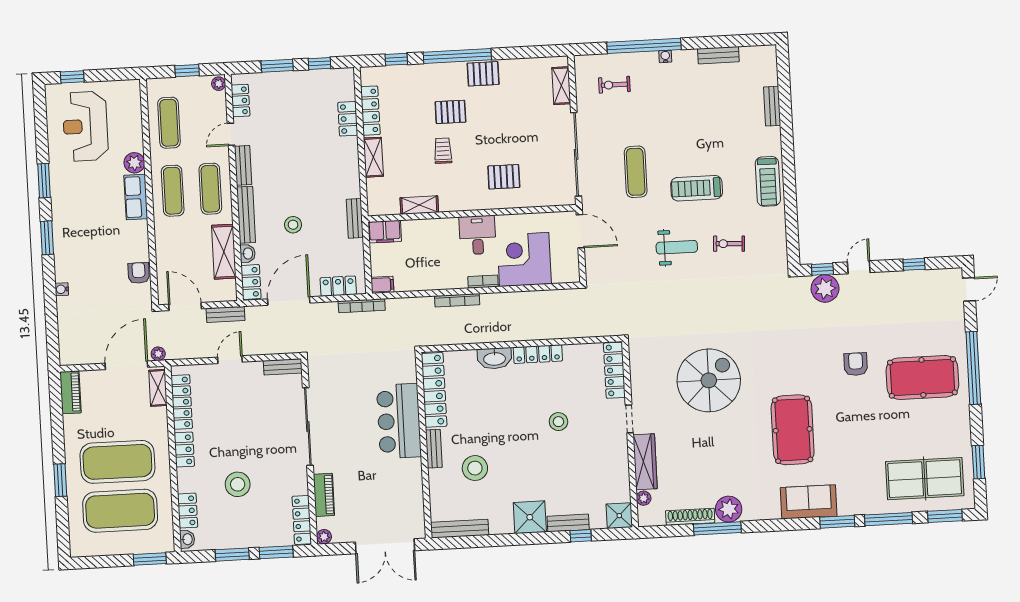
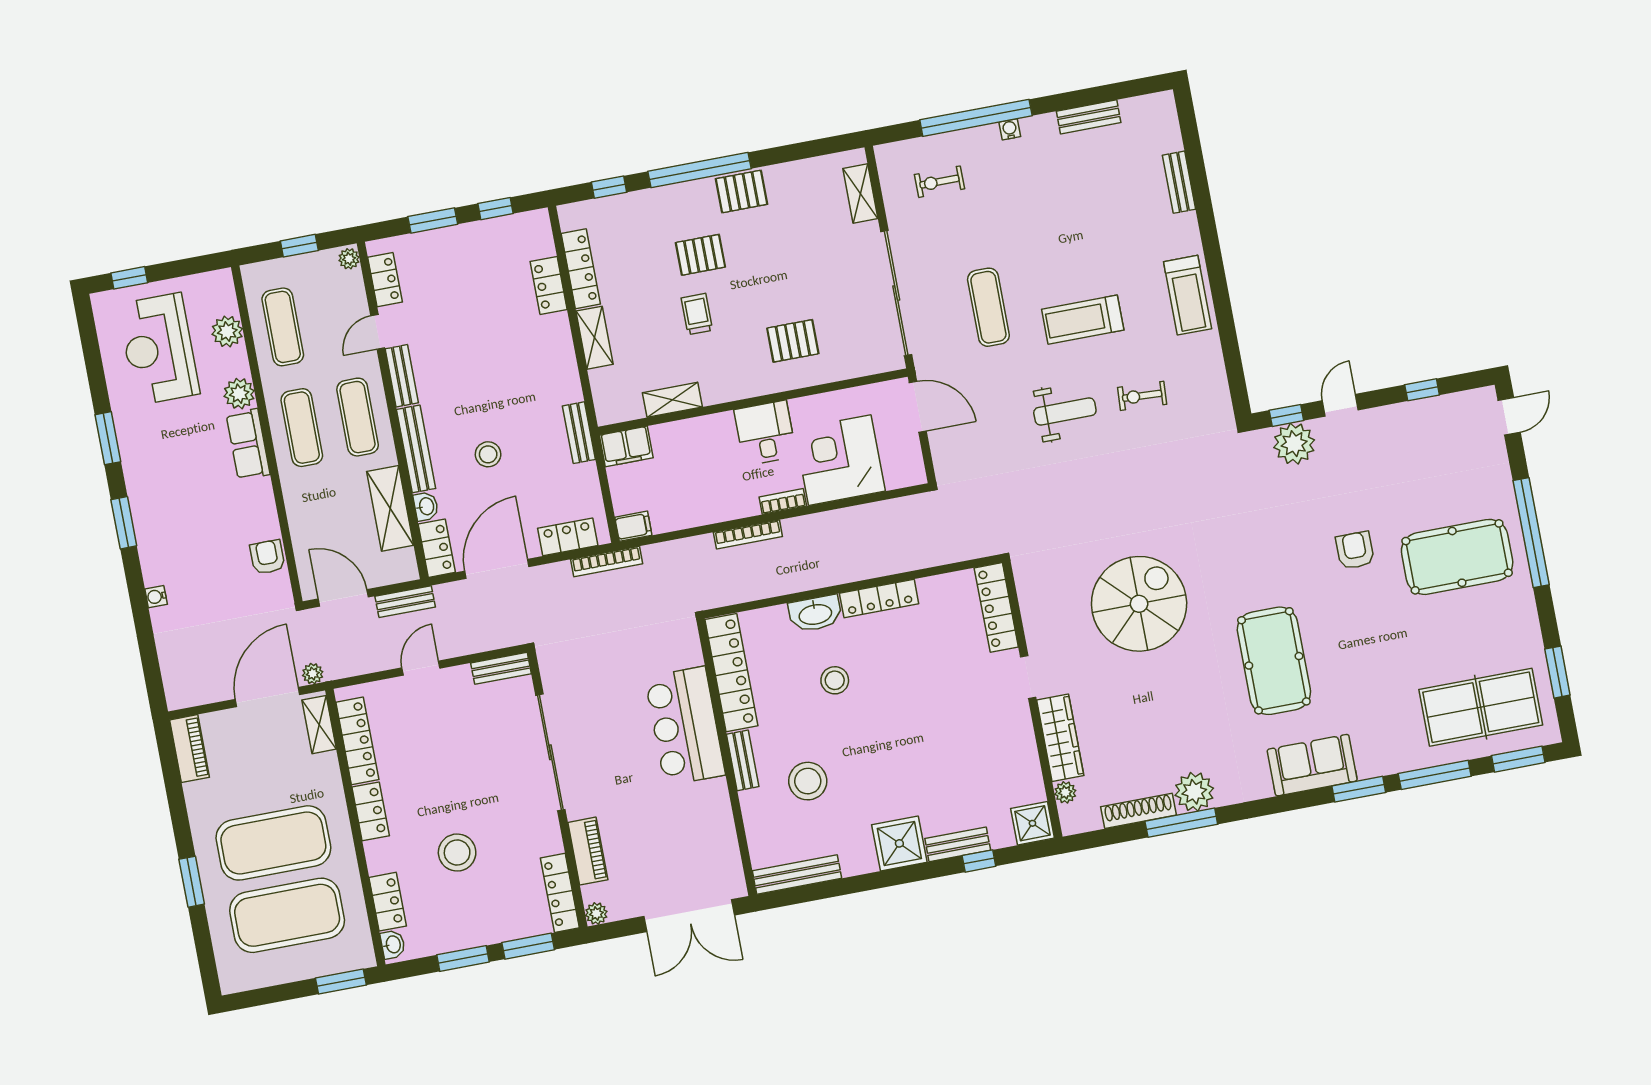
plant: (132, 121) -> (227, 331), added
stool: (558, 422) -> (835, 680), moved

